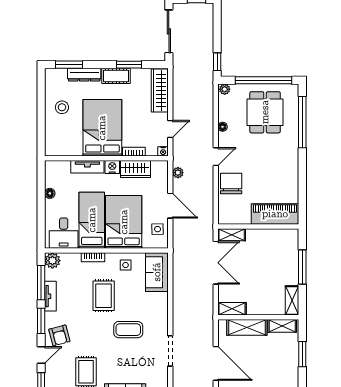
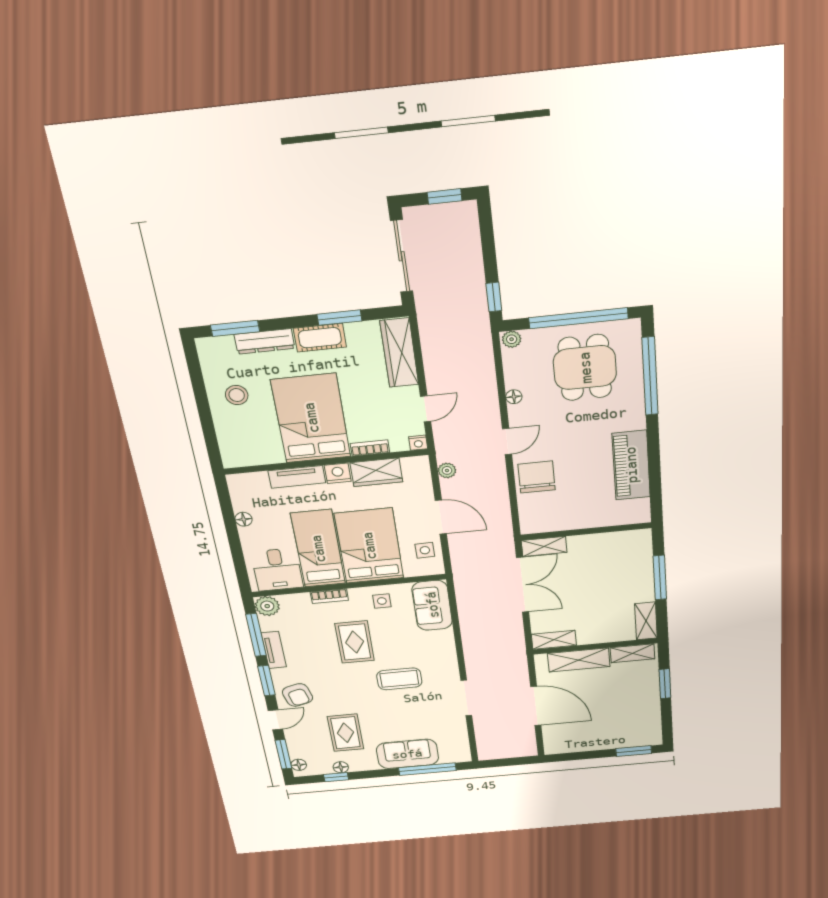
piano: (275, 214) -> (631, 465), moved, turned -90

